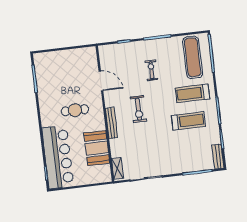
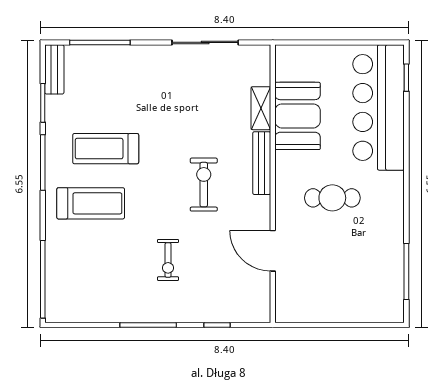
exercise mat: (193, 57) -> (81, 276), removed
shelving: (117, 168) -> (261, 108), moved

